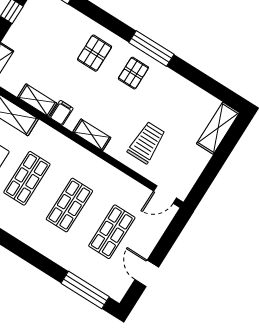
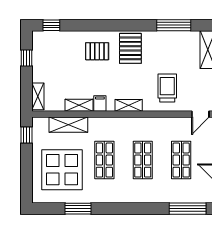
window: (151, 48) -> (174, 25), moved
pallet: (95, 53) -> (97, 51), turned 90
pallet: (133, 73) -> (130, 48), width x1.50, depth x1.42

